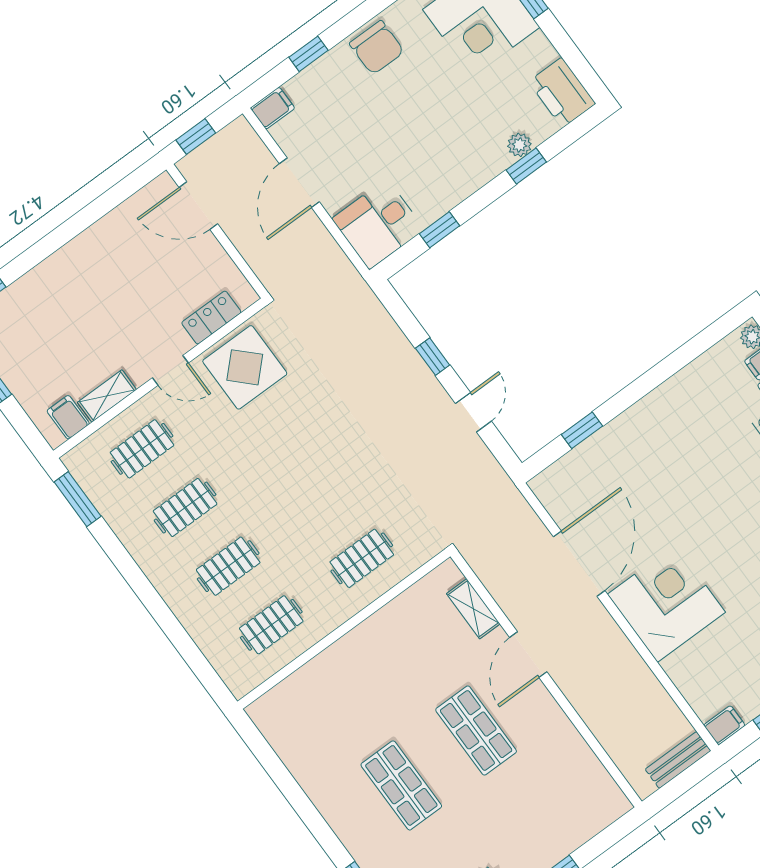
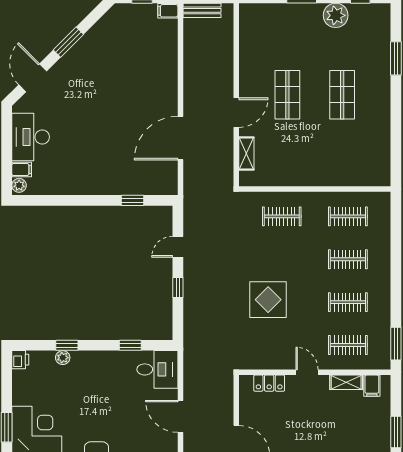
printer: (562, 93) -> (20, 360), width x0.53, depth x0.68
door: (299, 183) -> (180, 416), swing flipped
display table: (245, 367) -> (268, 300), moved
corner desk: (666, 603) -> (153, 89), removed

